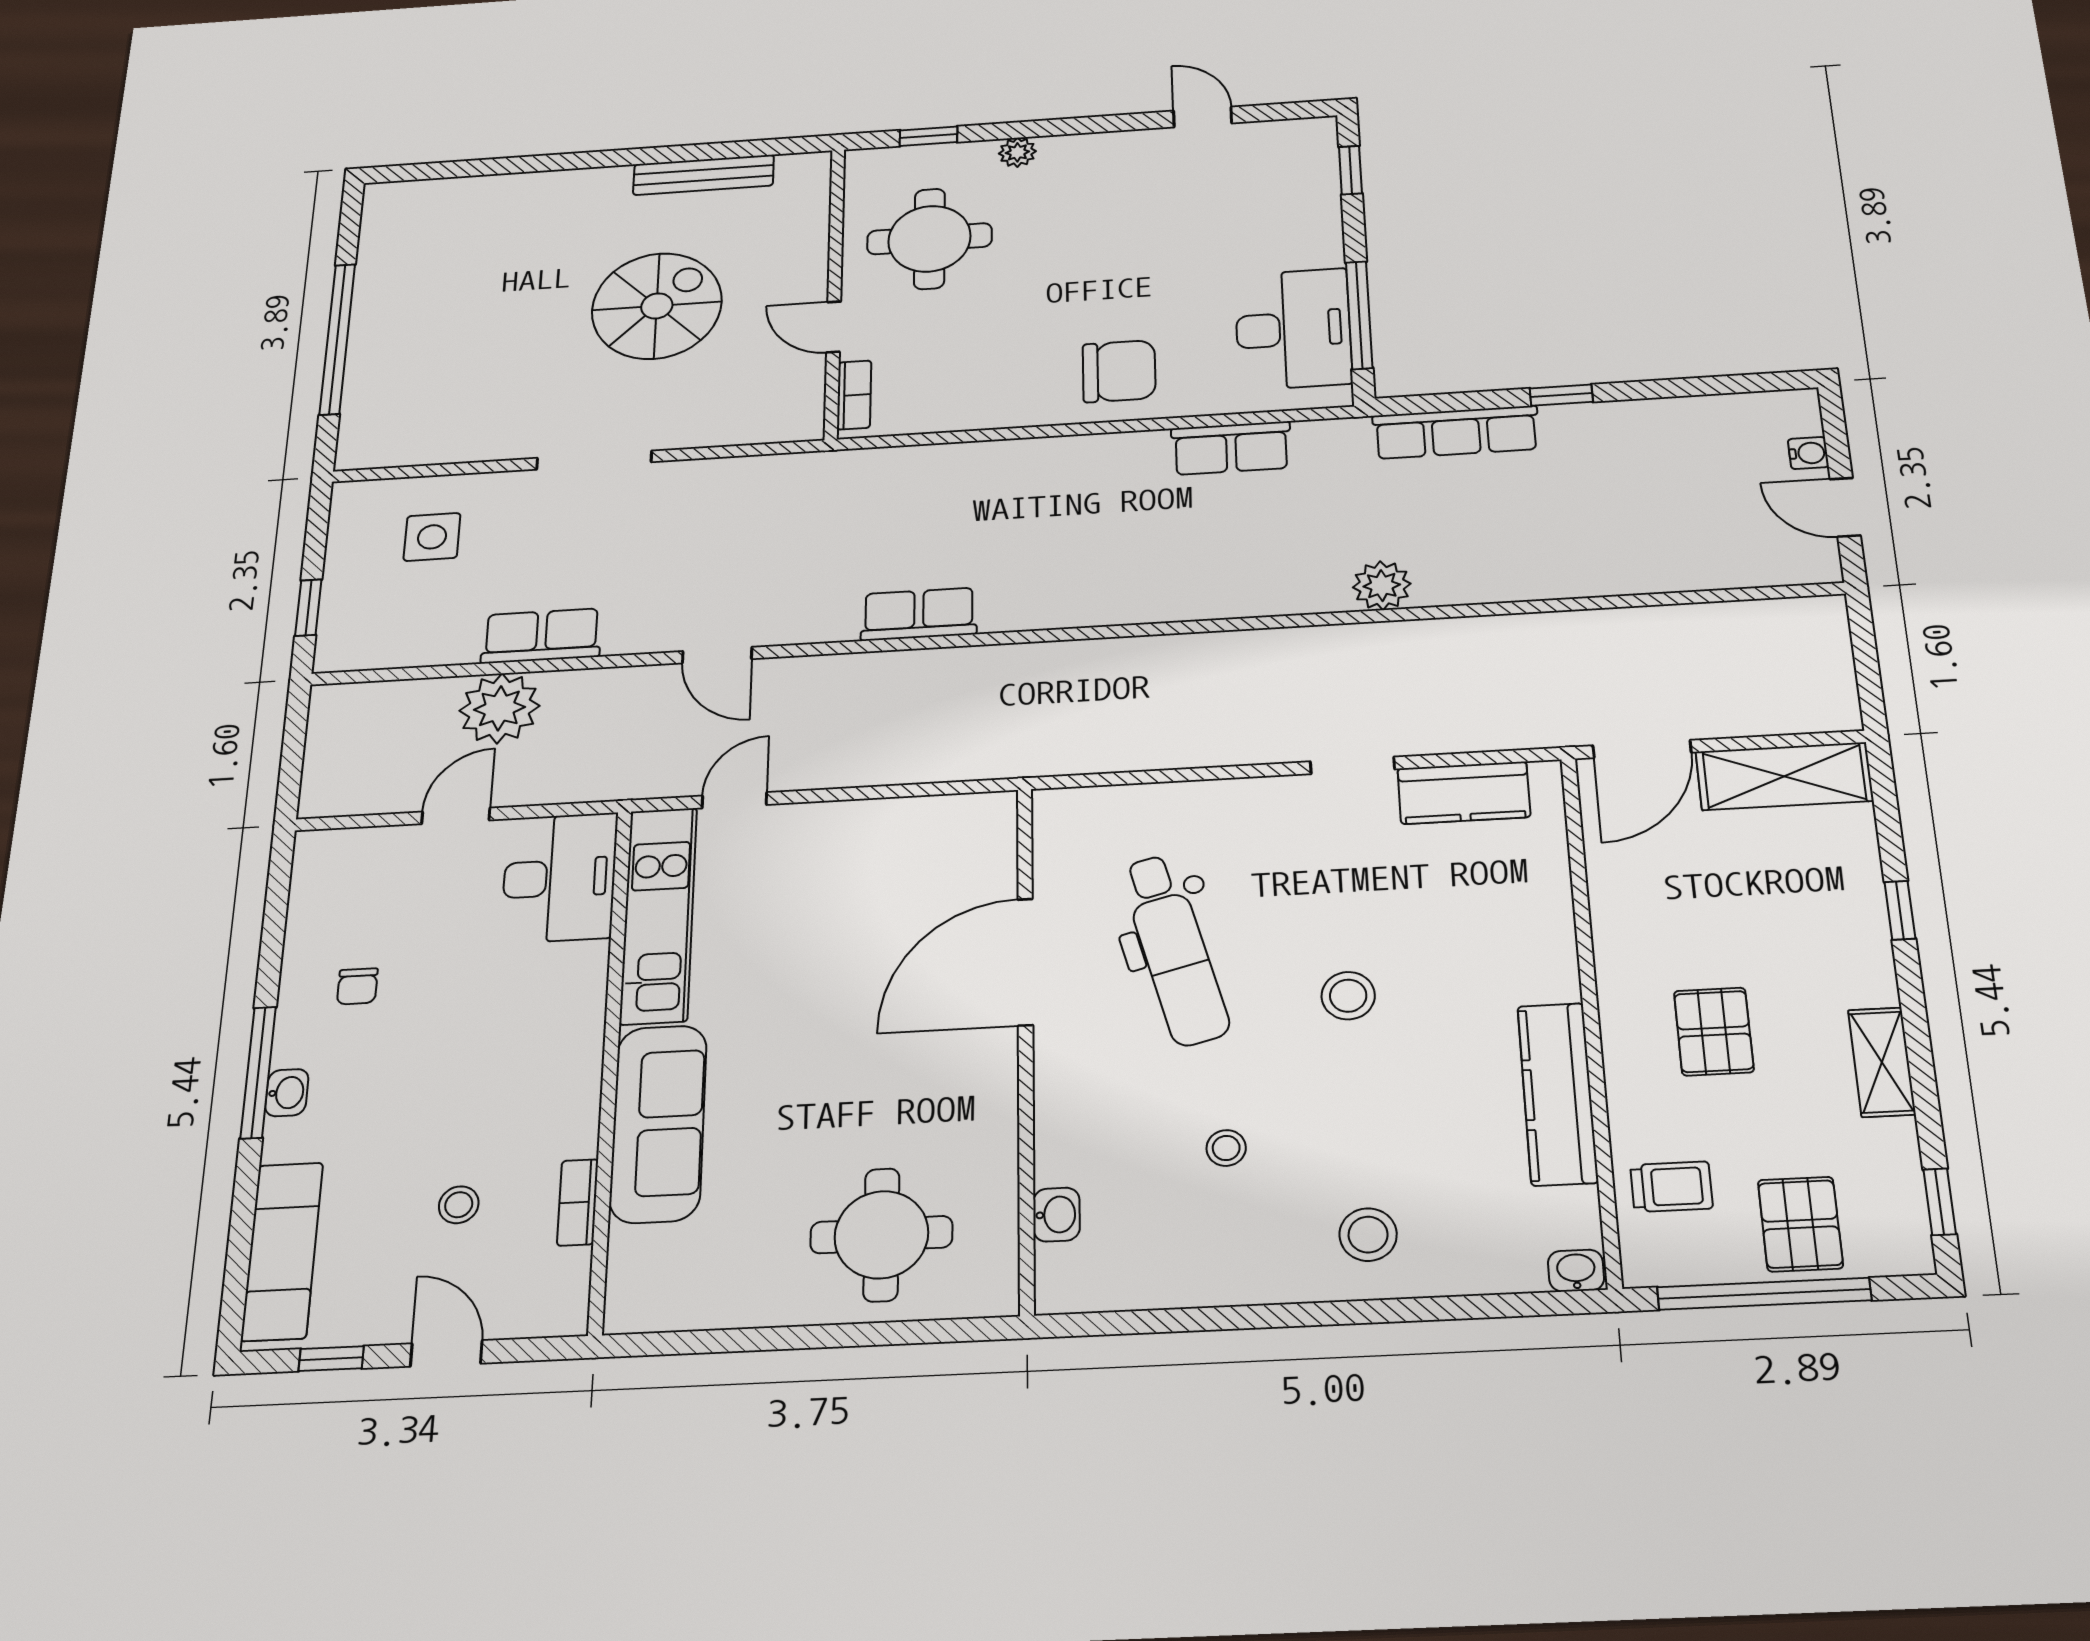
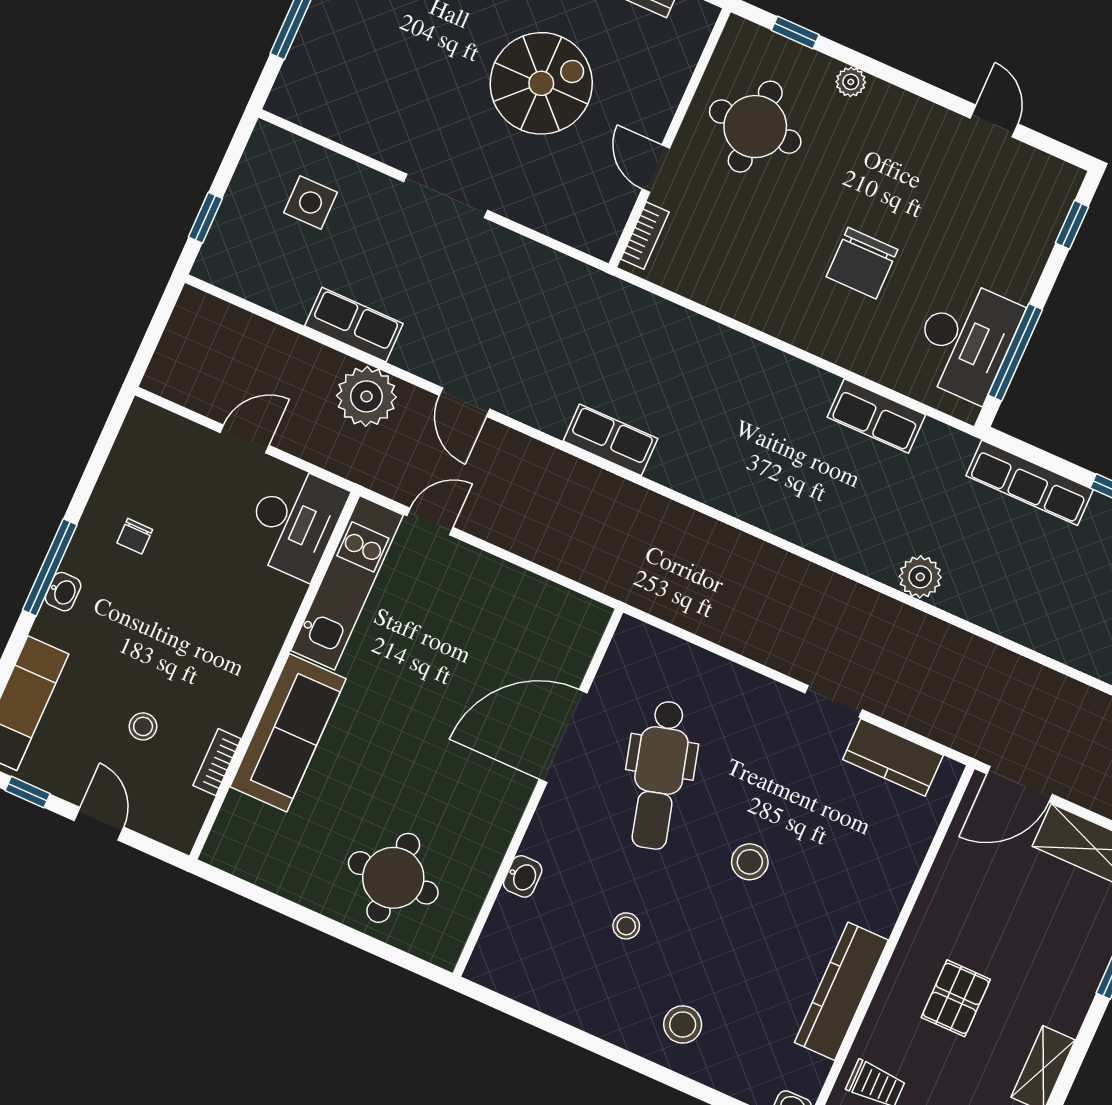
chair: (1119, 371) -> (862, 263), moved, turned 90
plant: (499, 708) -> (366, 396), moved
washbasin: (1056, 1215) -> (523, 876), moved

